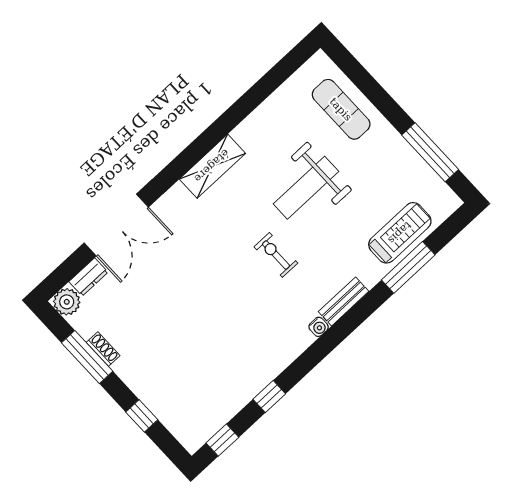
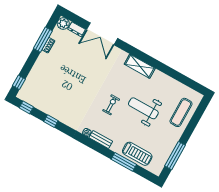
window: (142, 416) -> (19, 82), moved

